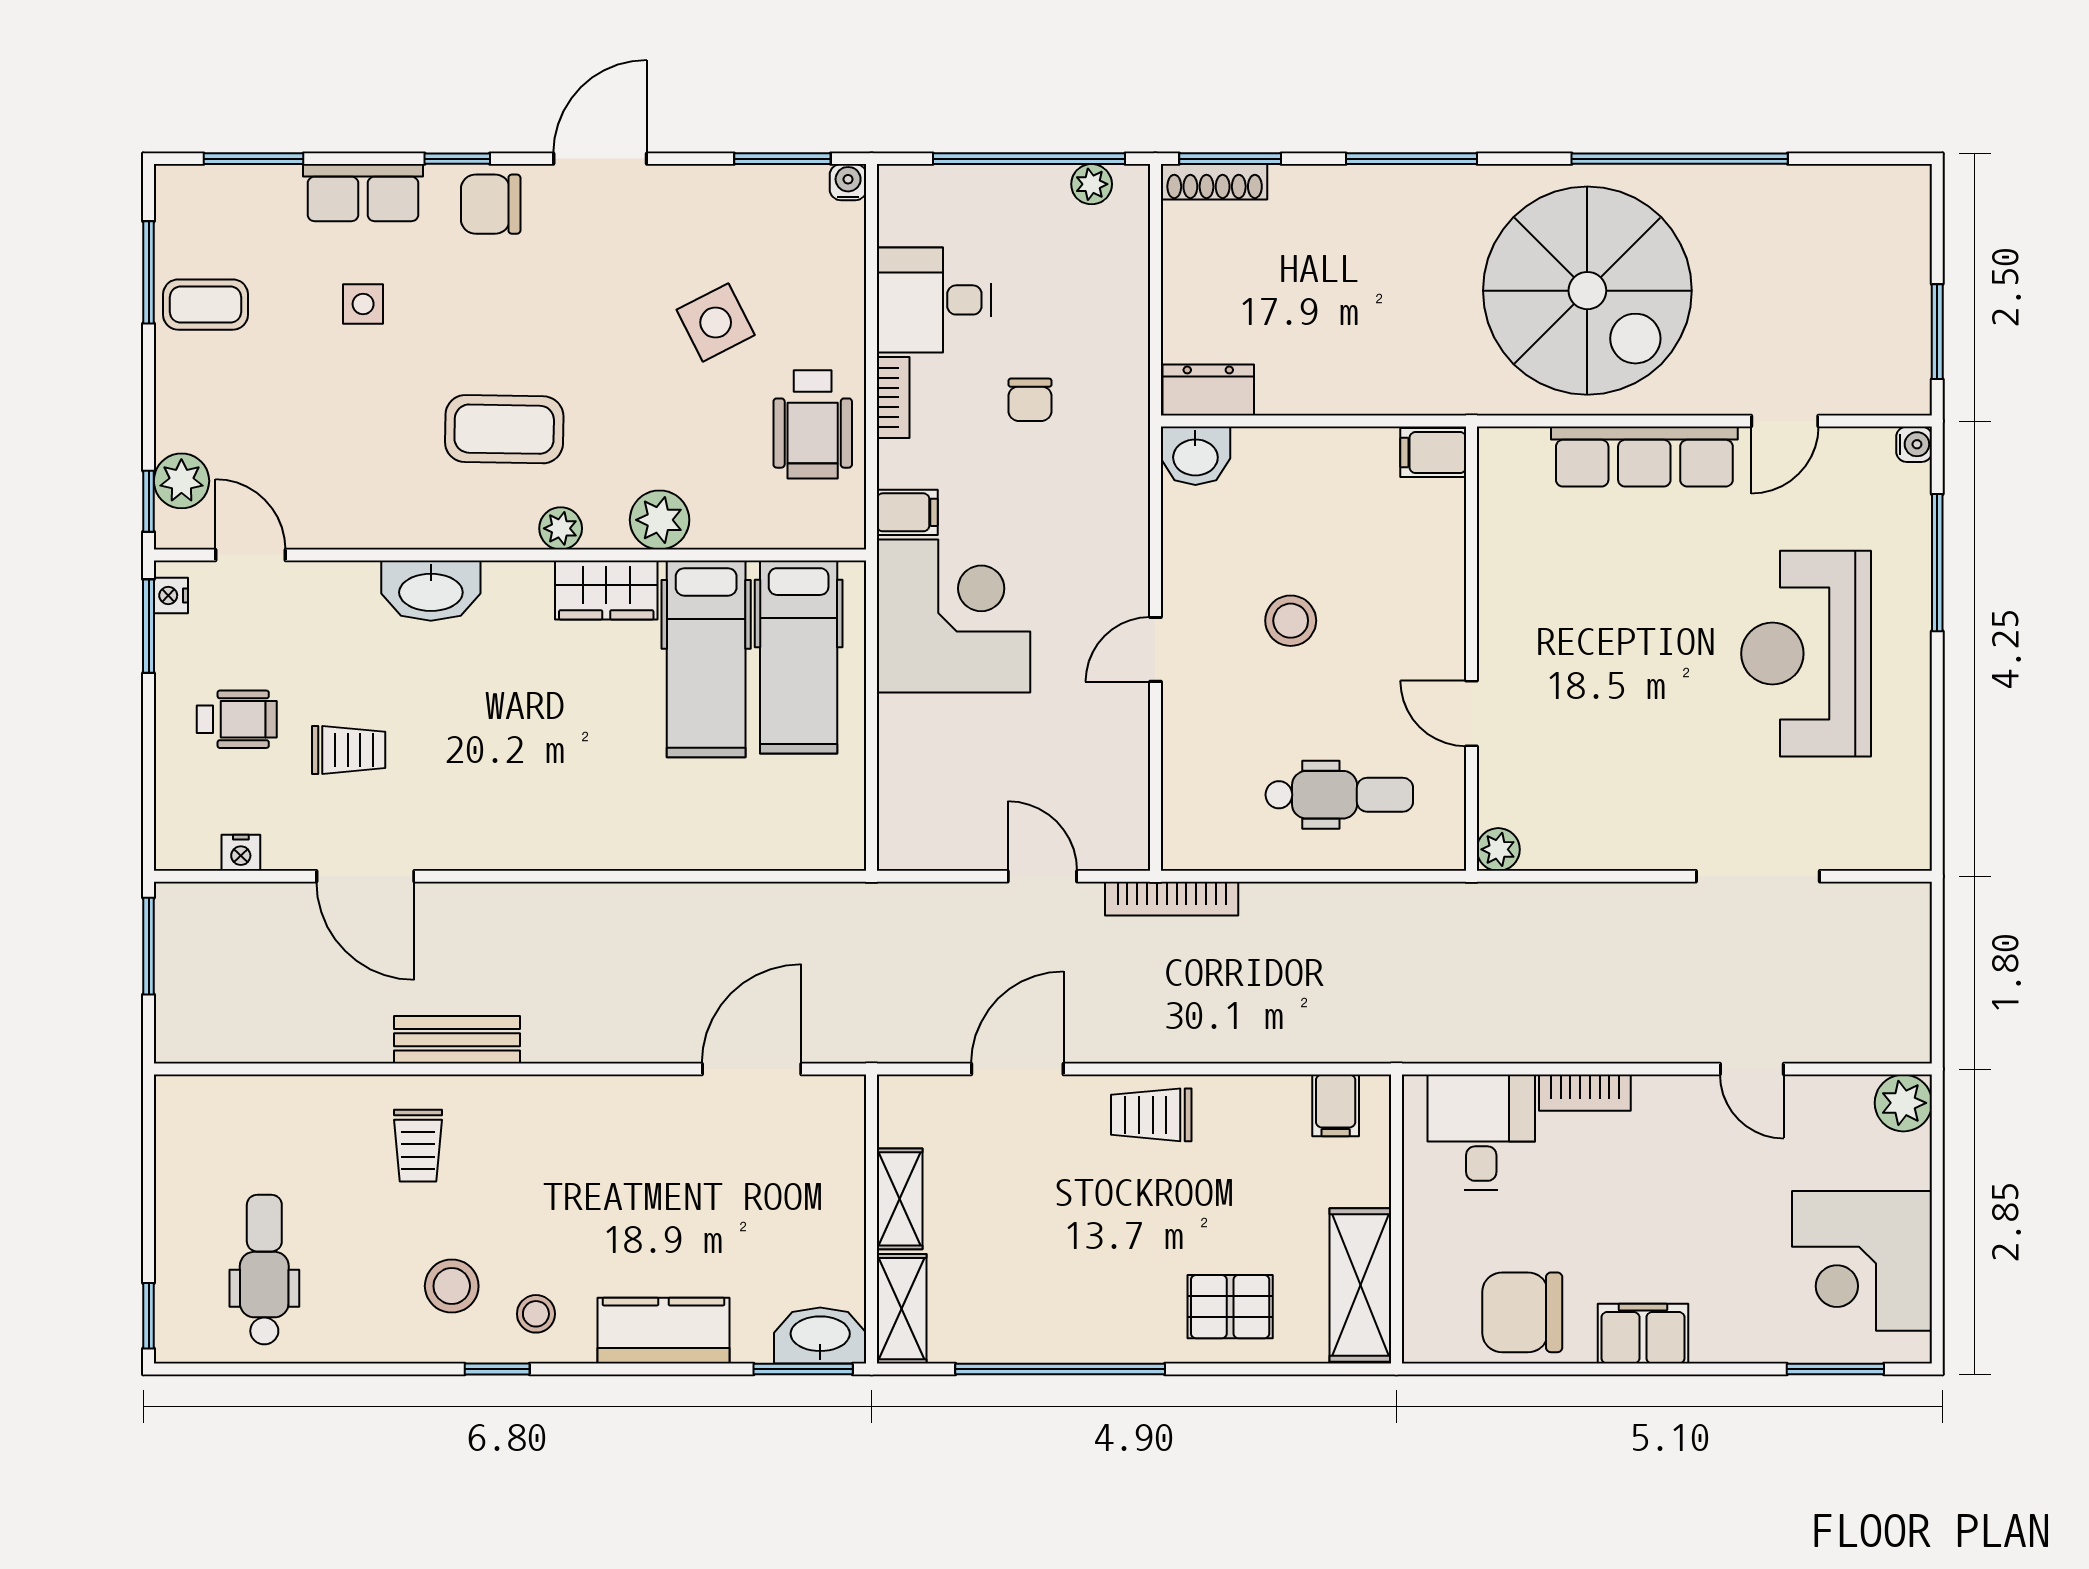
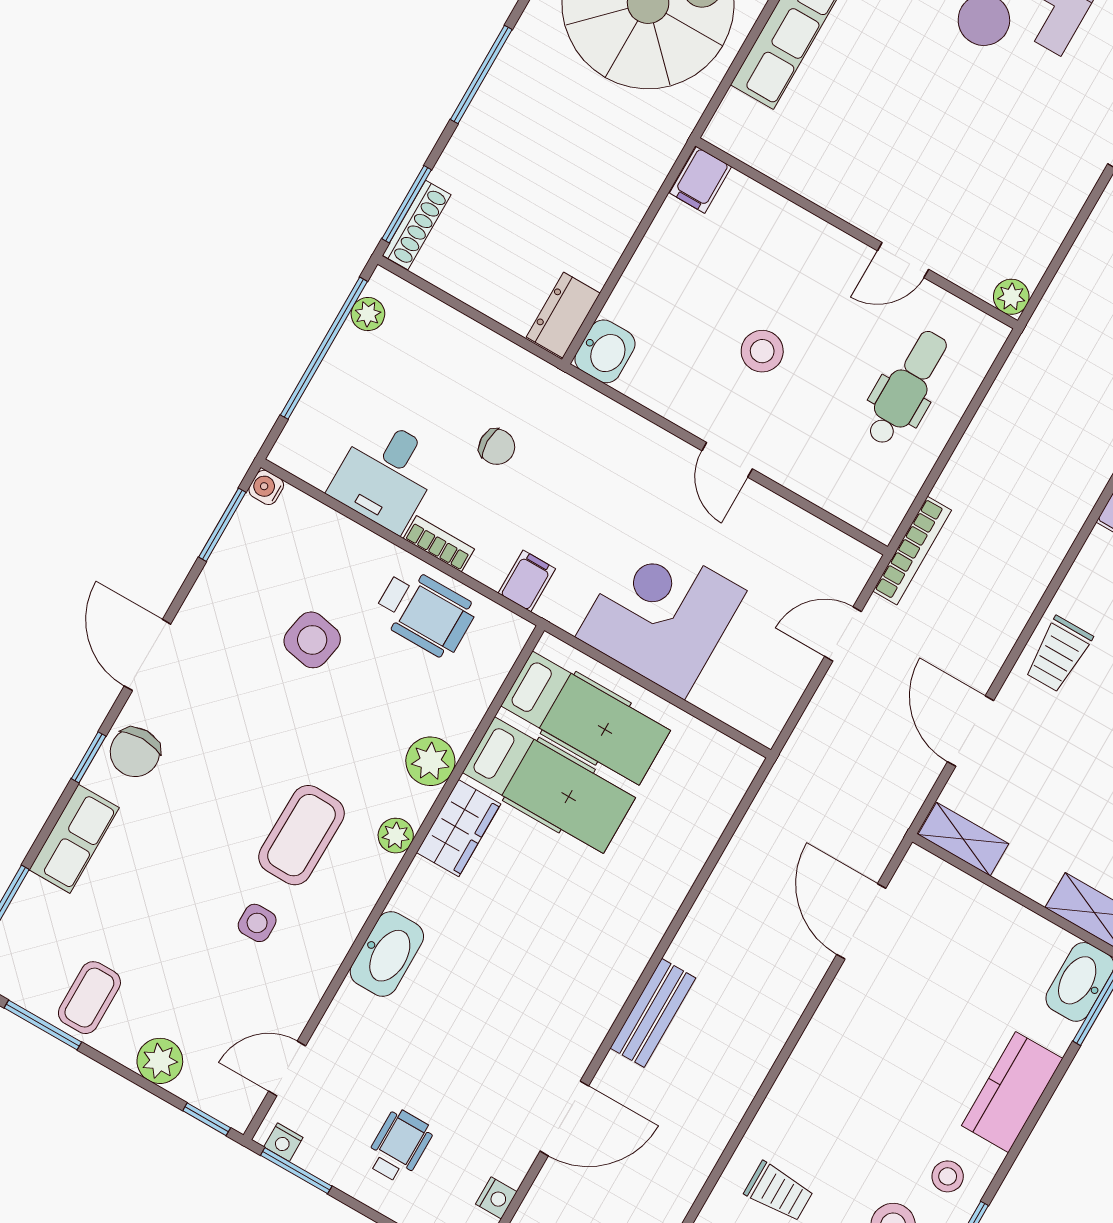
side table: (363, 304) -> (257, 923), moved
side table: (716, 322) -> (312, 640), turned 38
plant: (181, 481) -> (160, 1061), moved
corner desk: (954, 616) -> (661, 614), moved
trolley: (349, 750) -> (467, 1078), removed
bench: (457, 1040) -> (653, 1013), moved
shelving: (900, 1199) -> (963, 839), moved

